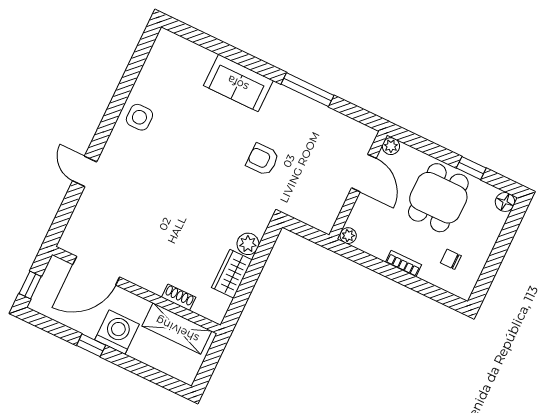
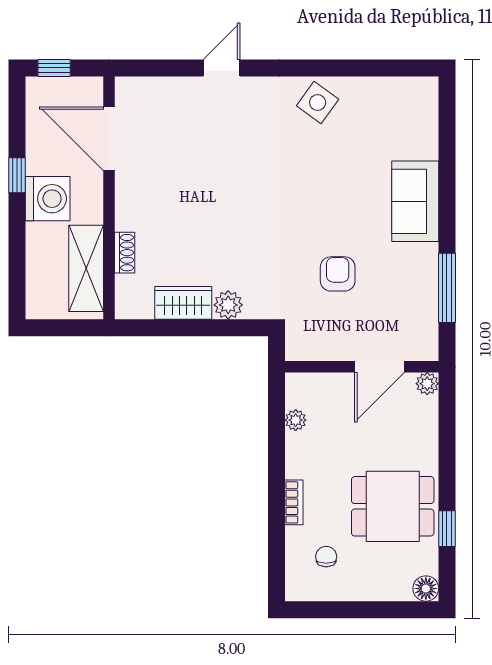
side table: (139, 117) -> (318, 103), turned 36
plant: (391, 146) -> (427, 384), moved
door: (364, 173) -> (379, 367), moved
wall: (358, 185) -> (362, 367), moved

